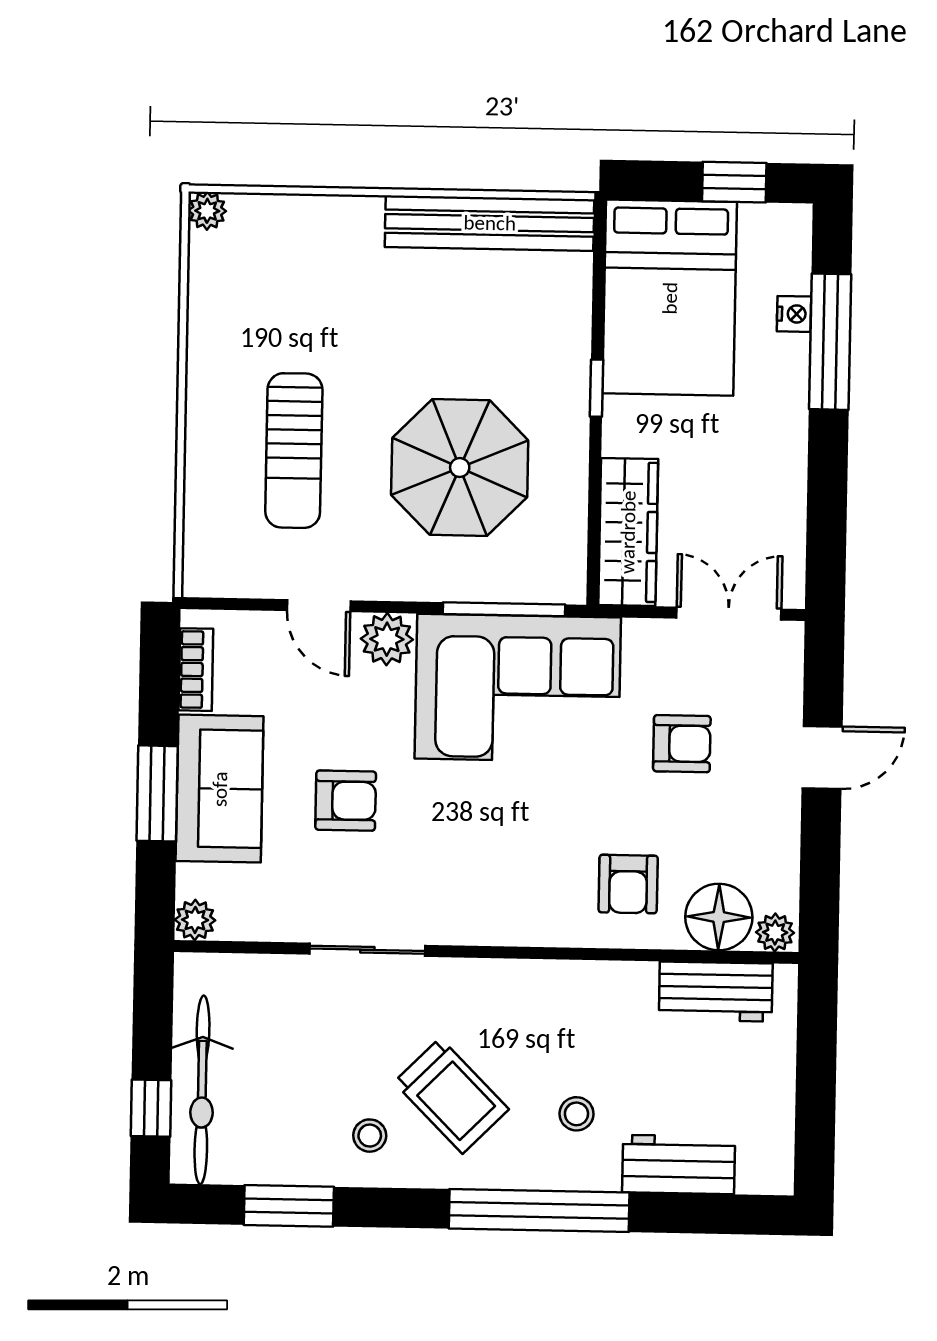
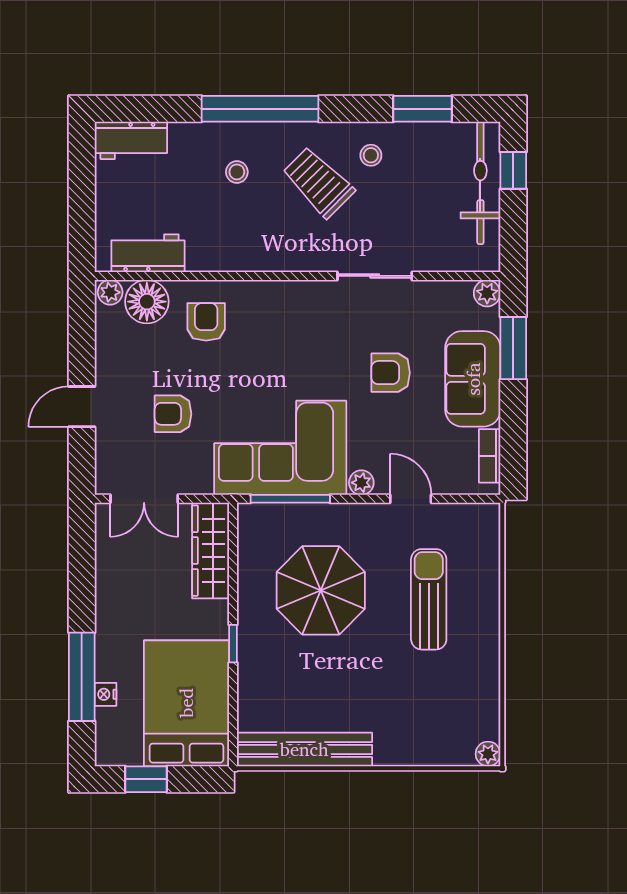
plant: (387, 639) -> (361, 483), width x0.73, depth x0.73
window: (157, 793) -> (513, 348), moved
workbench: (679, 1165) -> (131, 140), moved

